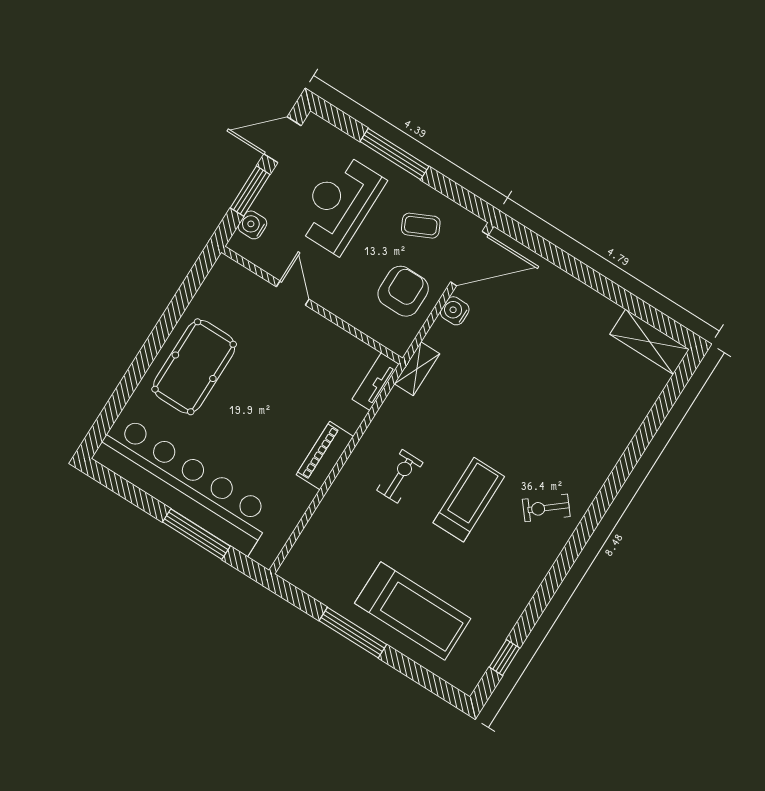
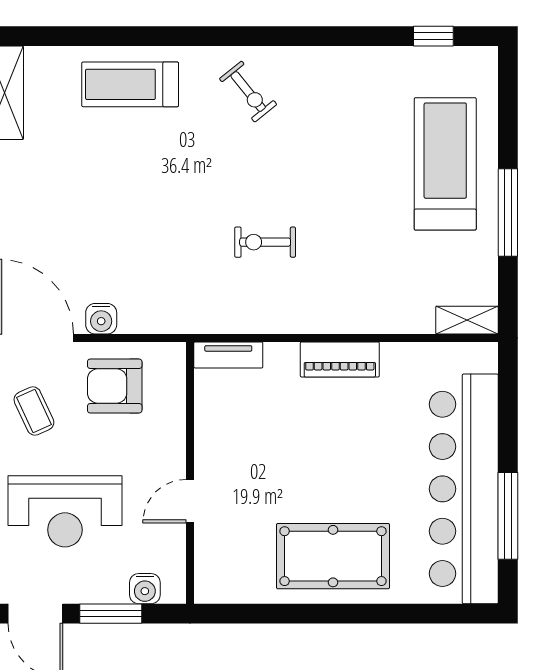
shelving: (417, 369) -> (467, 320), moved
exercise bike: (400, 476) -> (265, 242), moved
treadmill: (469, 500) -> (130, 84), moved
window: (196, 534) -> (508, 516), moved

